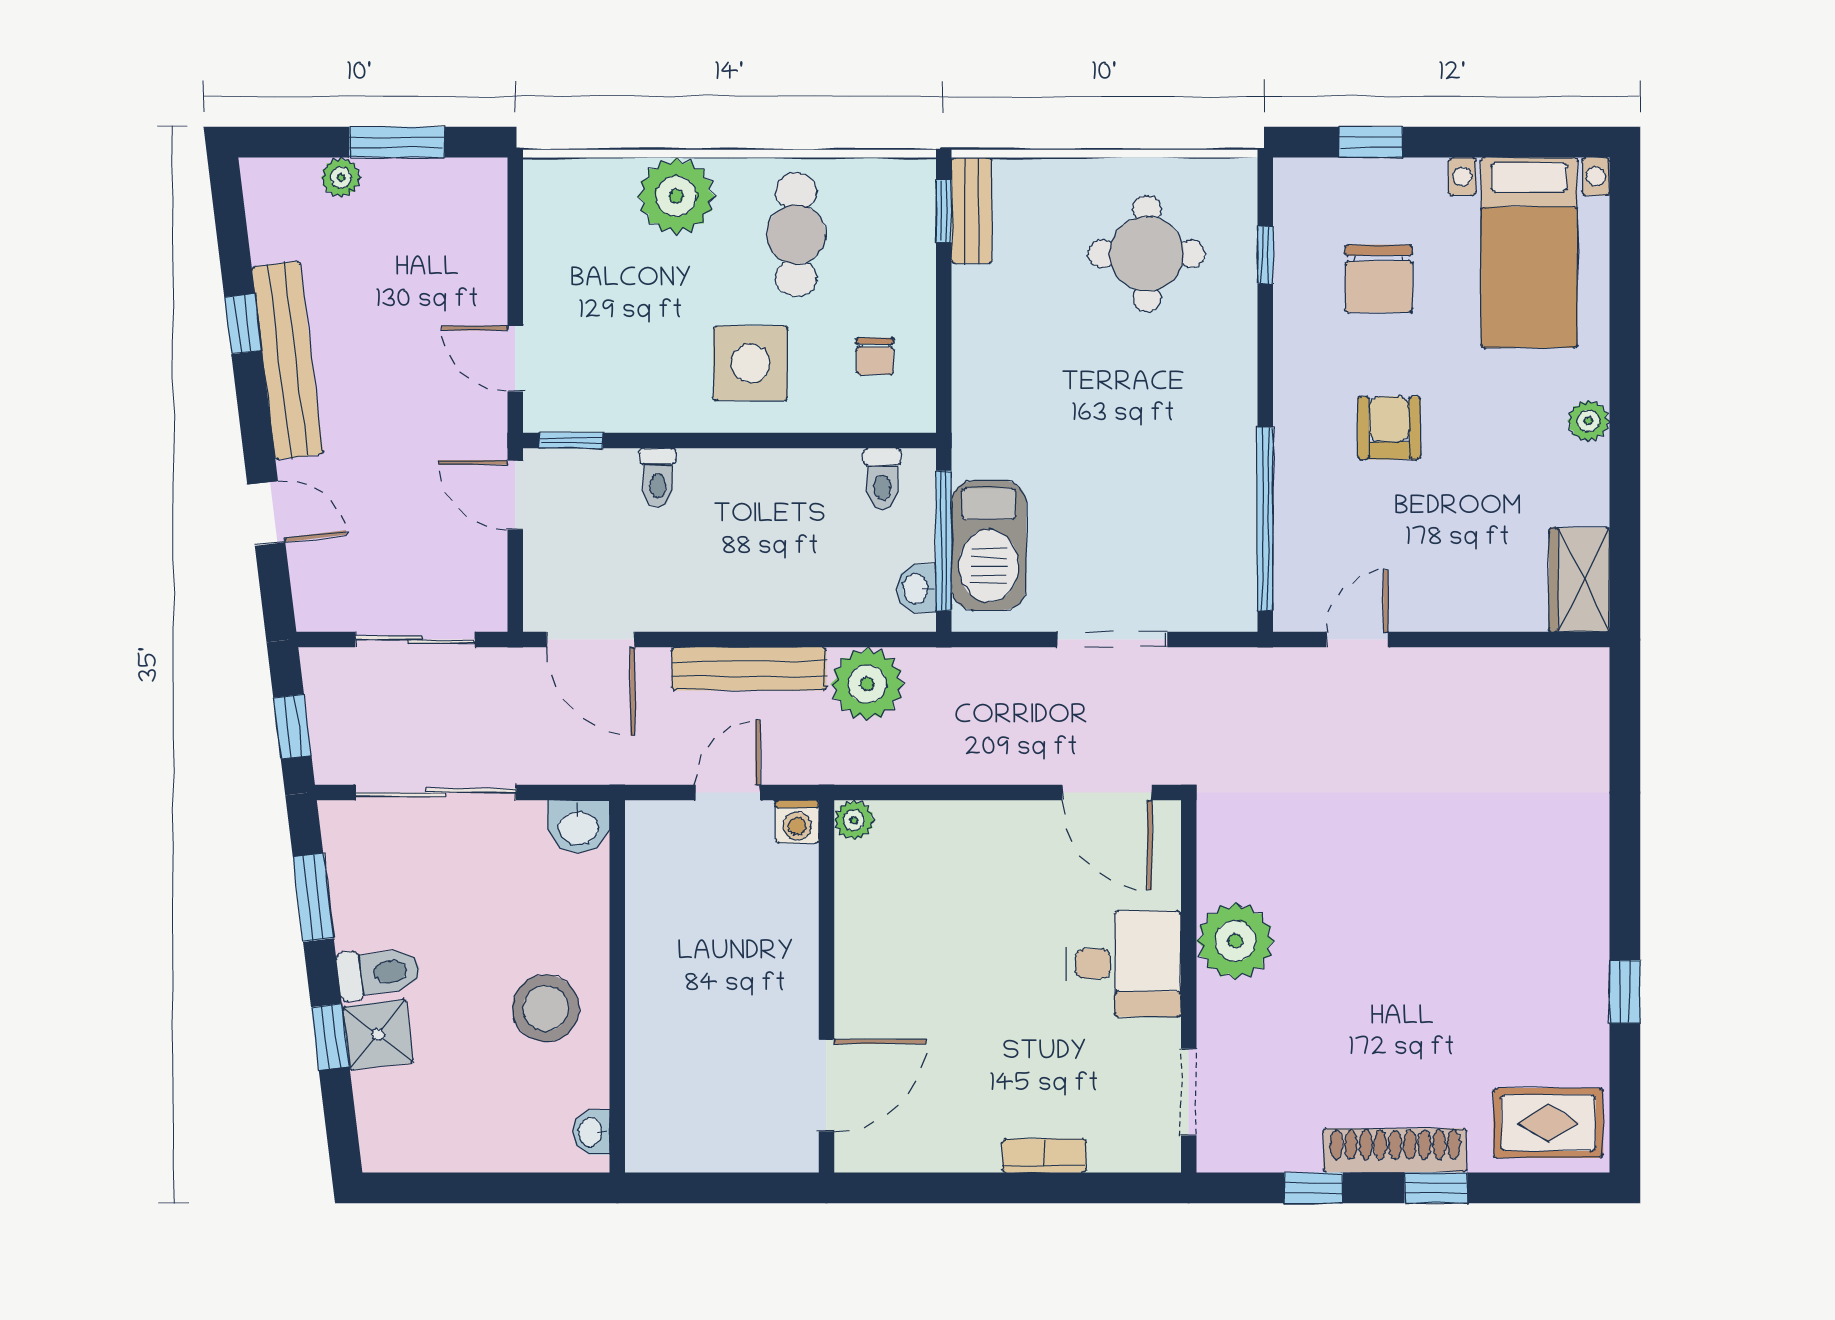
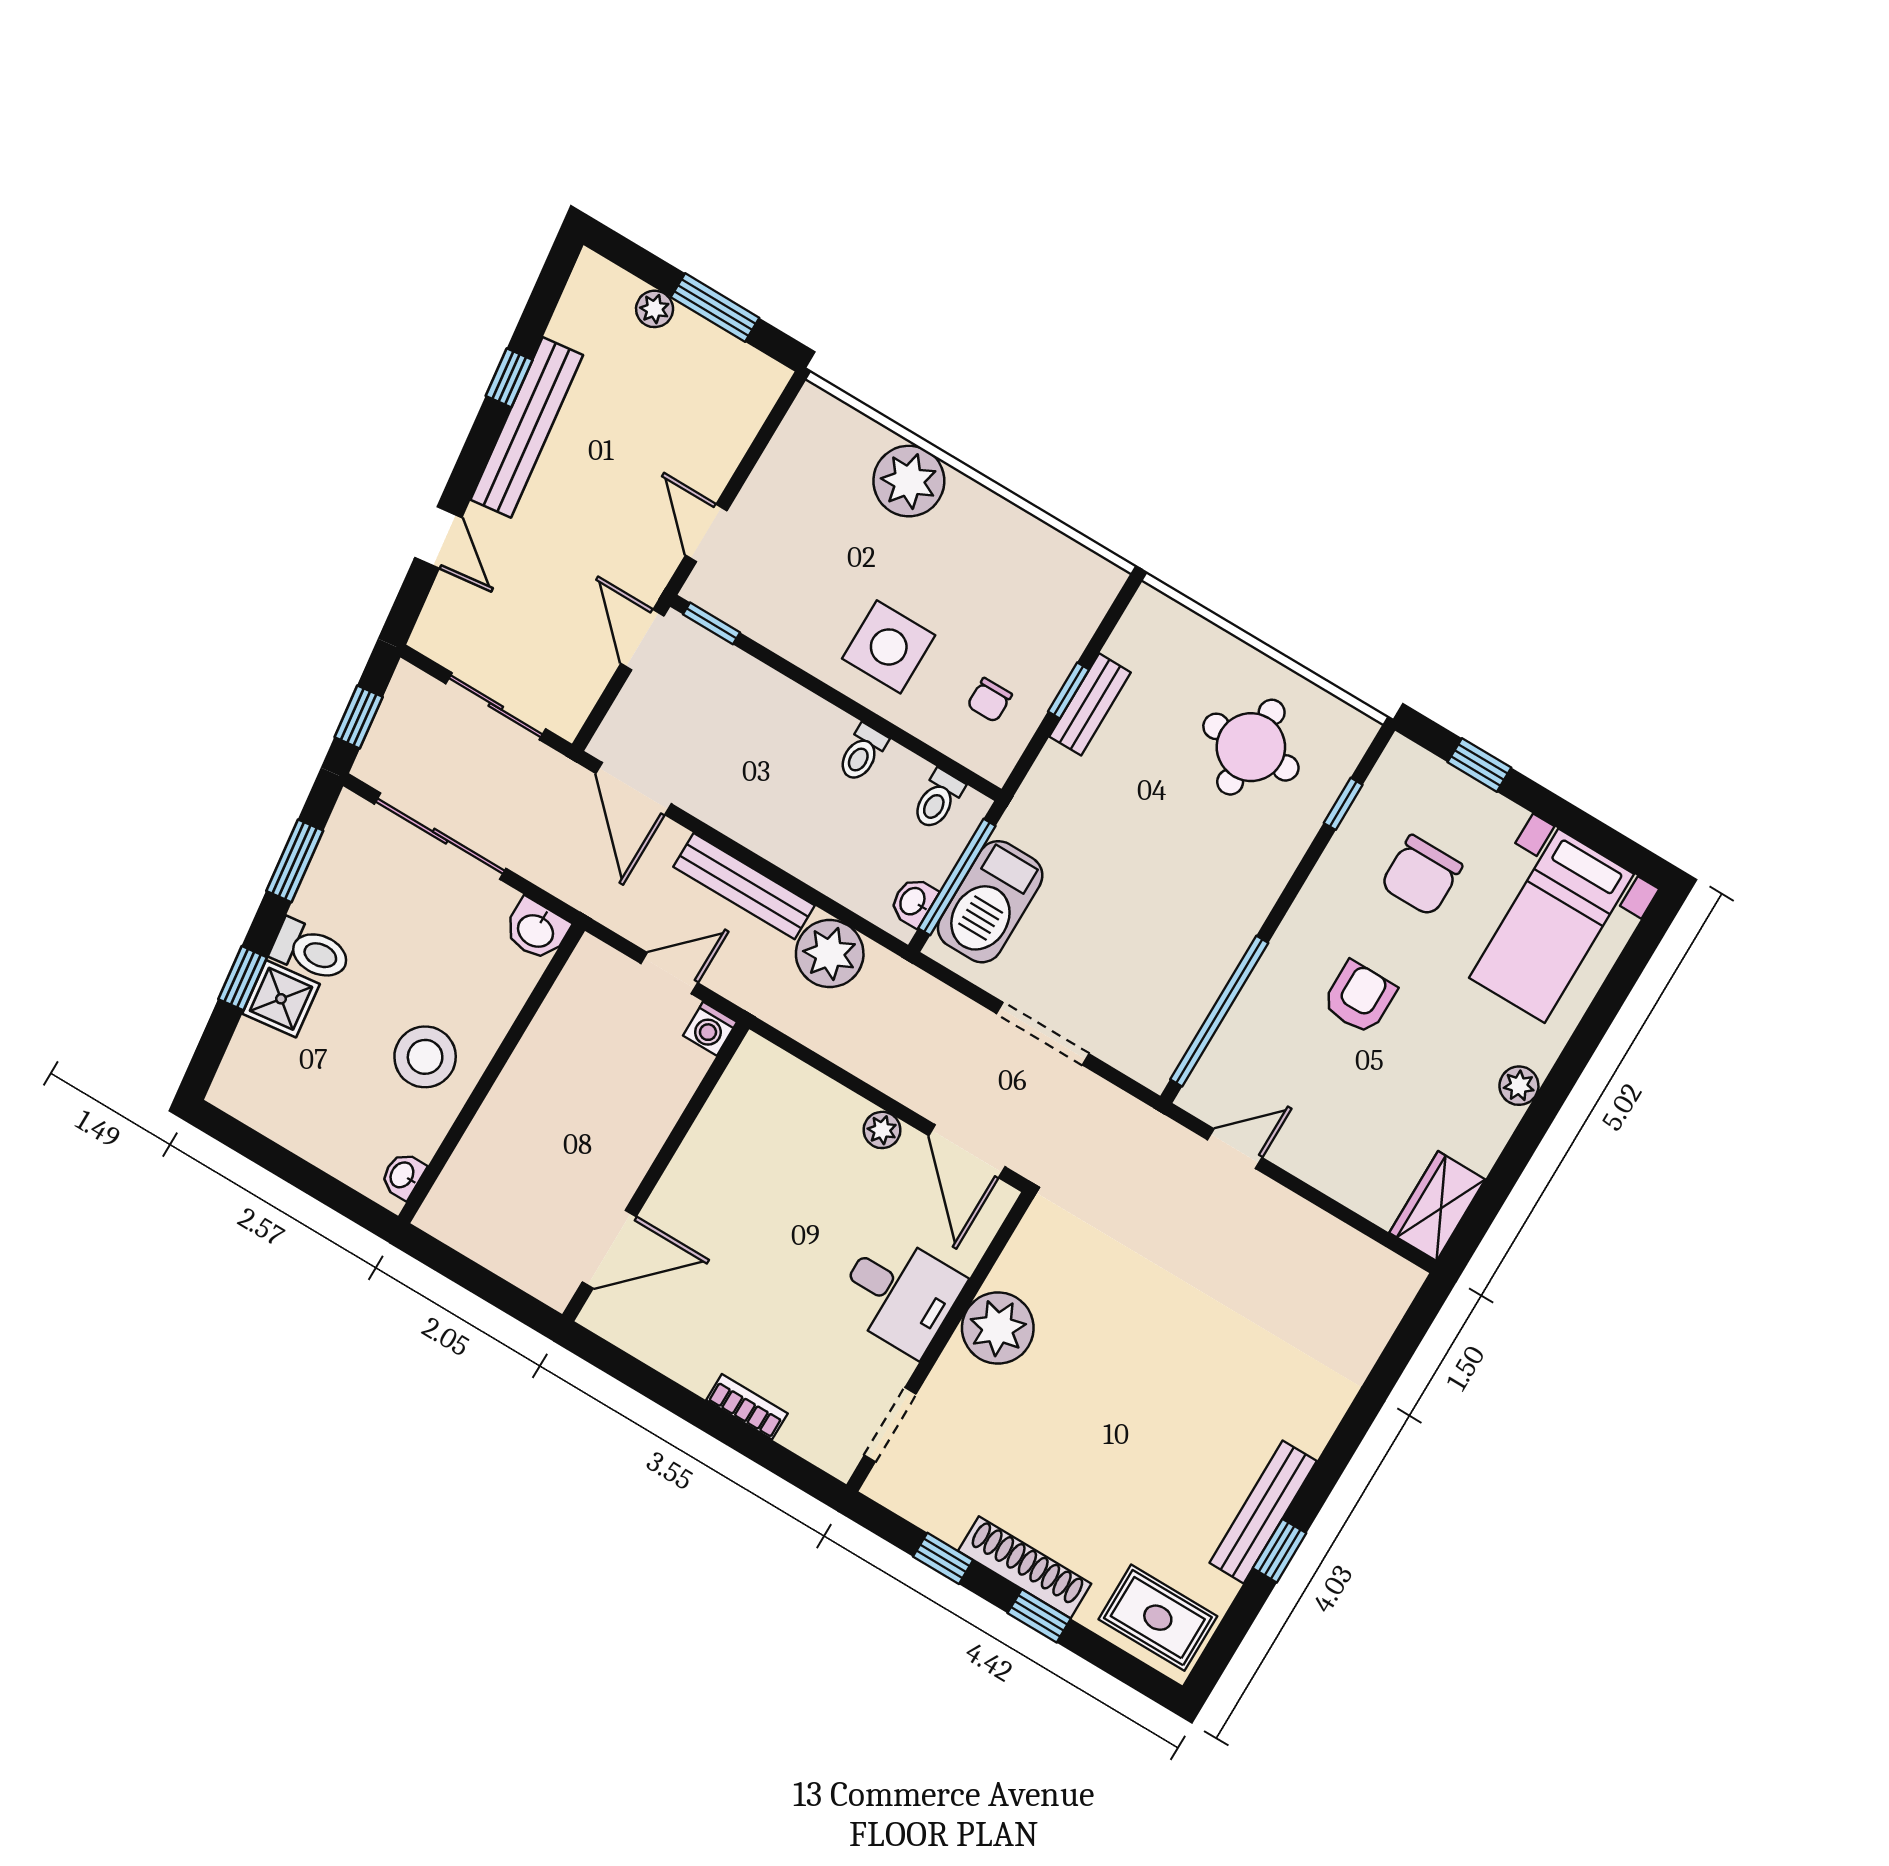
window: (944, 211) -> (1069, 691), moved
bench: (972, 211) -> (1090, 704), moved
cafe table: (796, 234) -> (985, 567), removed
toilet: (658, 478) -> (862, 753), moved
plant: (854, 820) -> (882, 1130), moved
bench: (1588, 965) -> (1263, 1512), added

